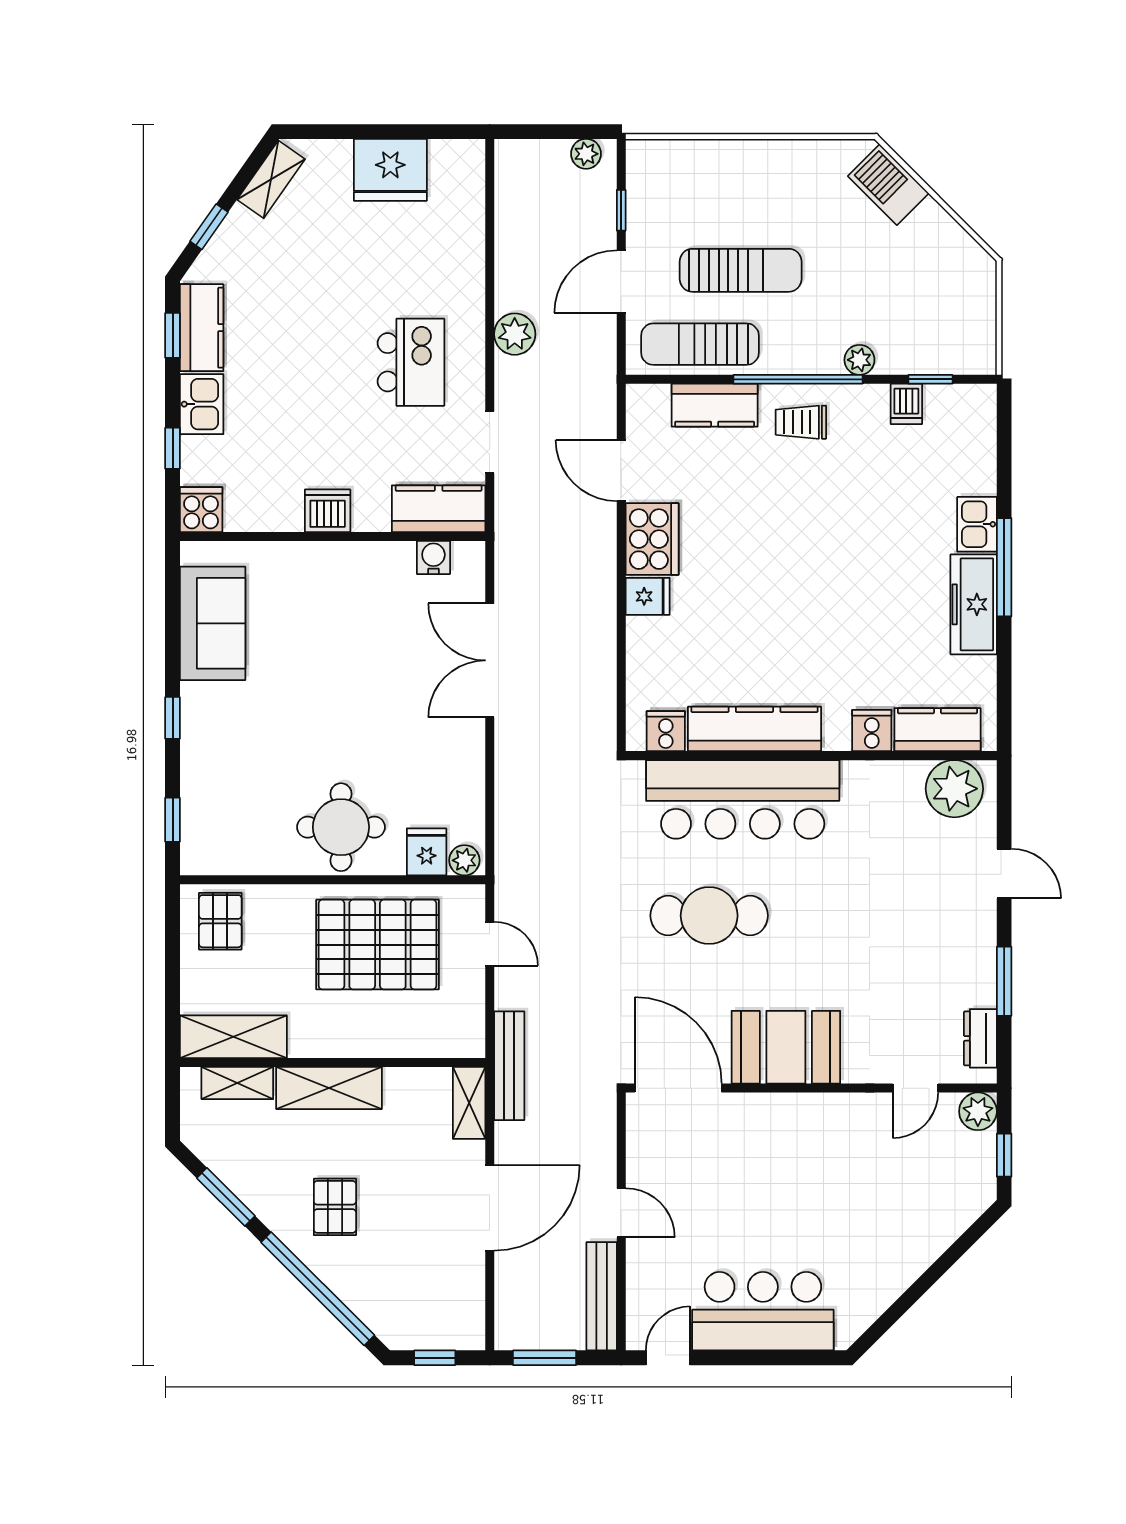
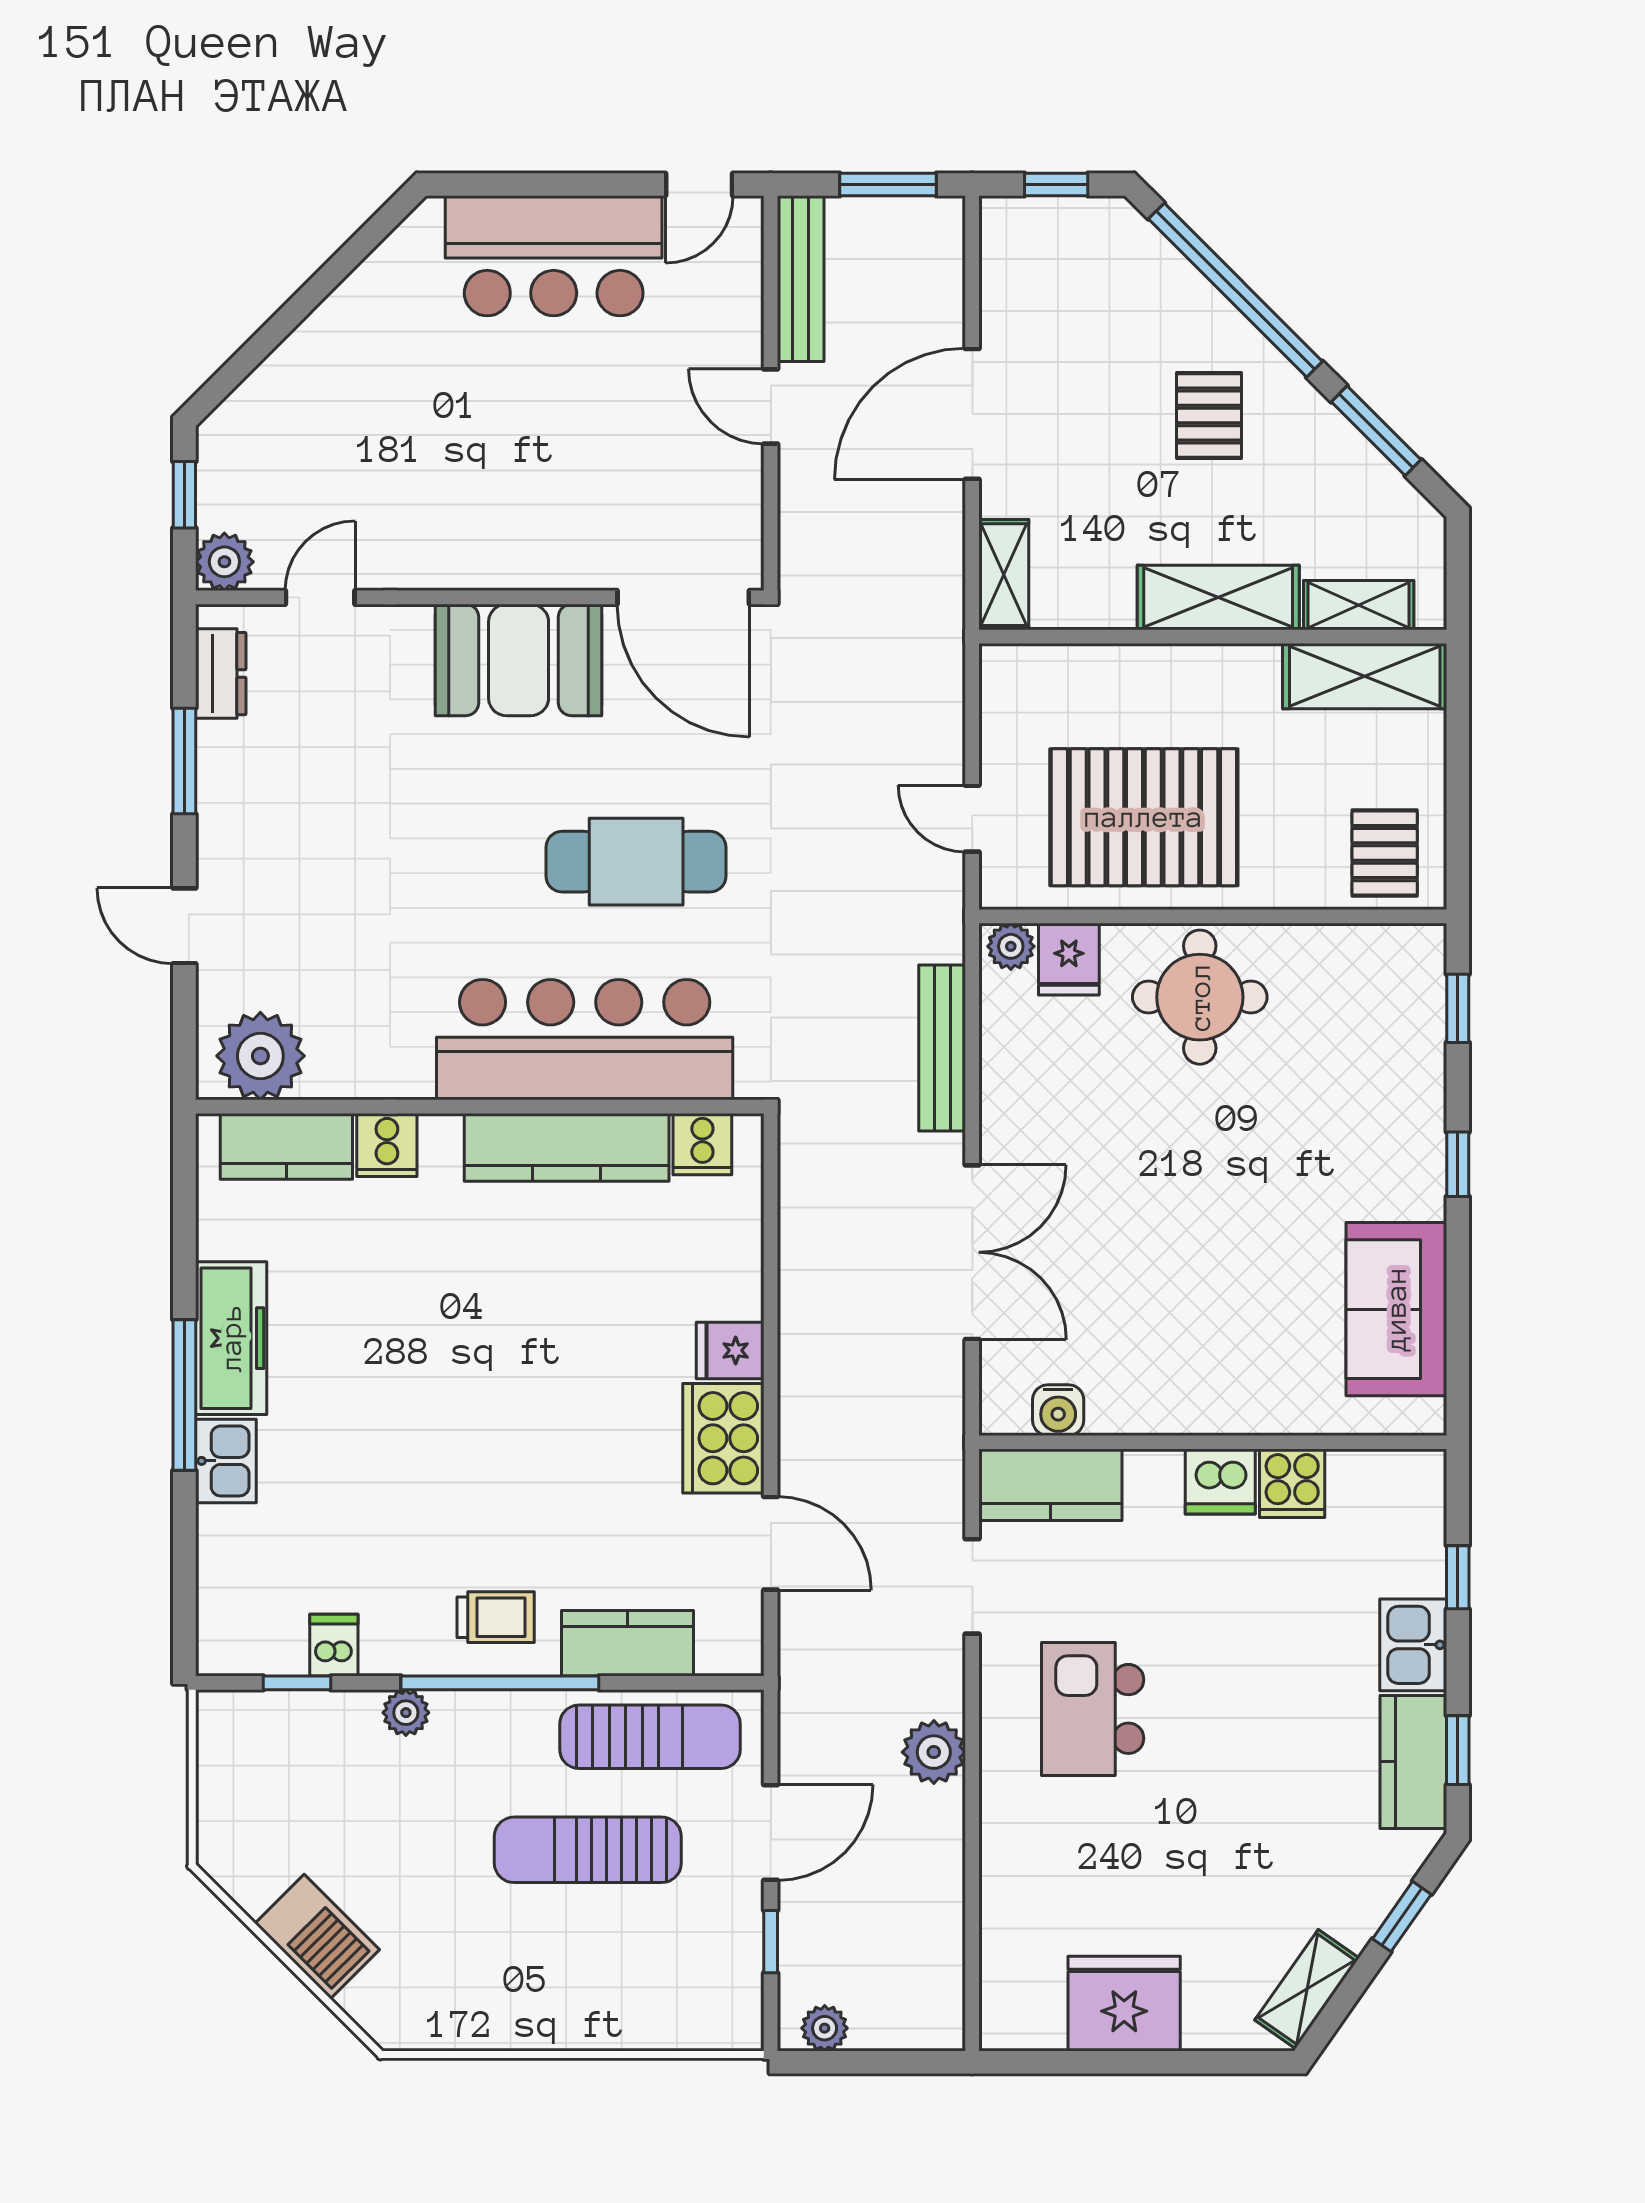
barbecue: (888, 185) -> (317, 1937), moved
cooker: (201, 510) -> (1292, 1483), moved
bench: (509, 1066) -> (942, 1048), moved

